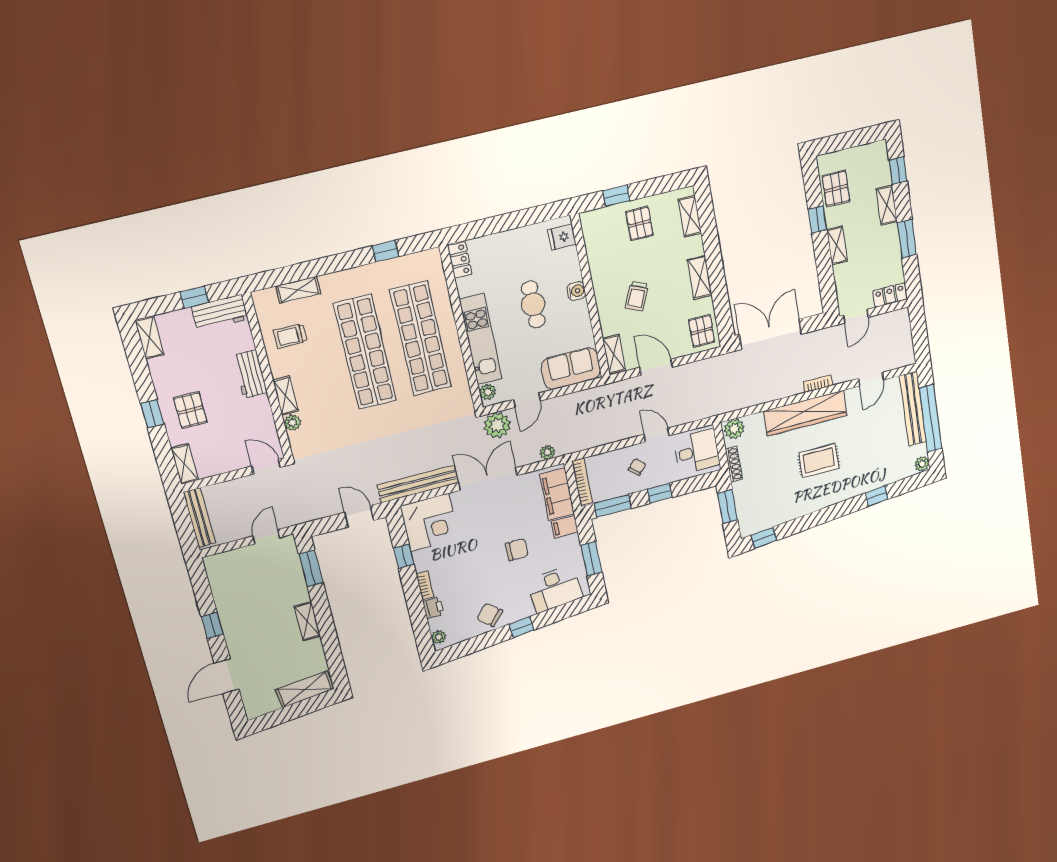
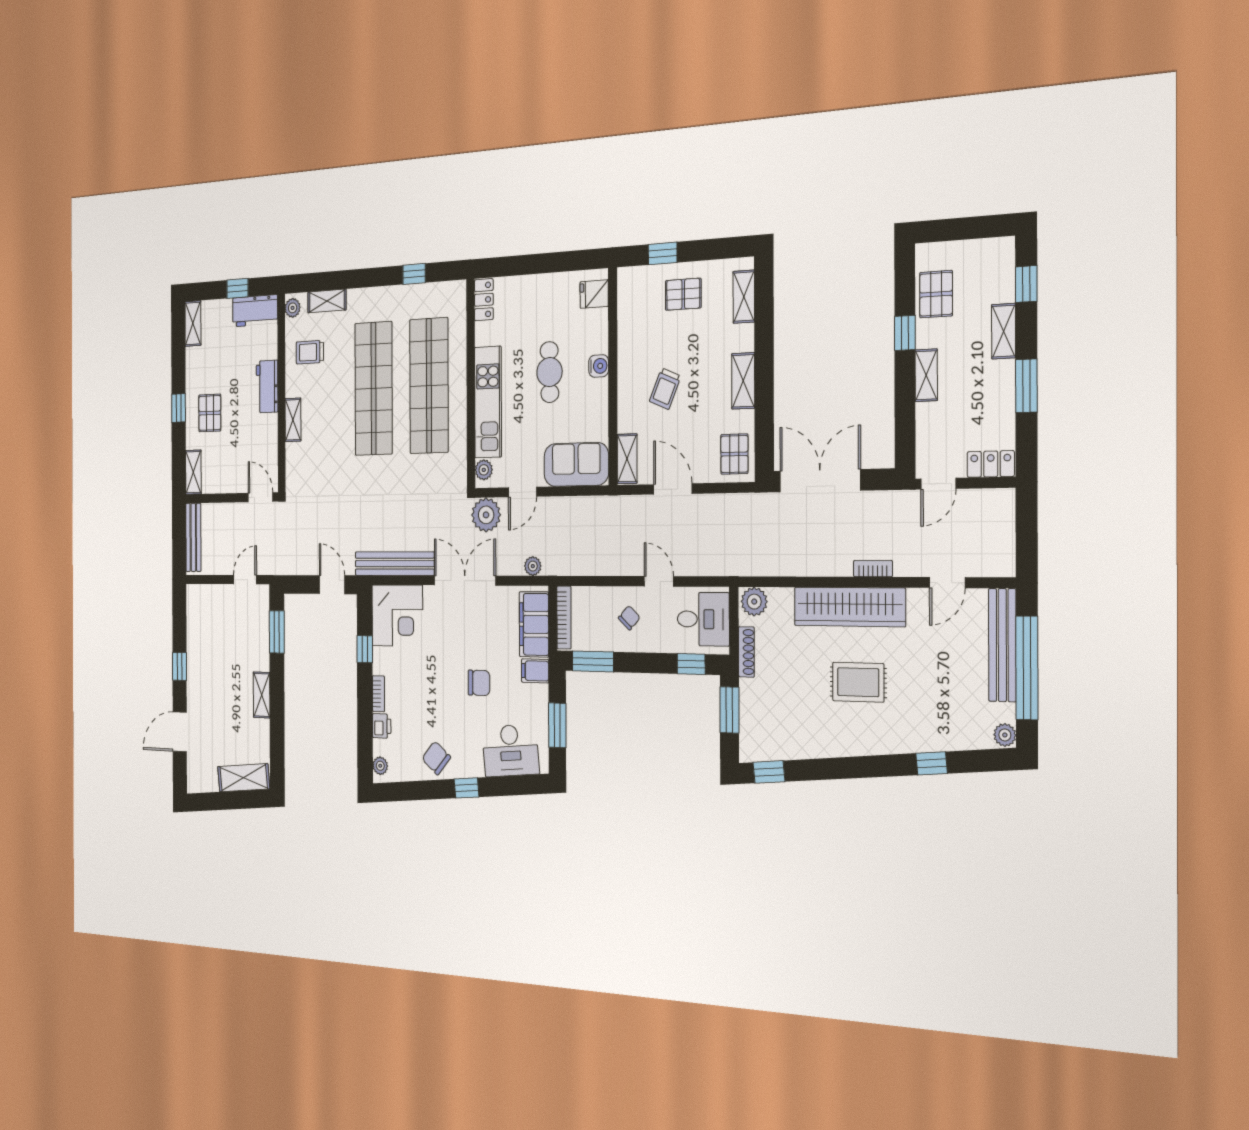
pallet: (639, 223) -> (683, 294), turned 90
plant: (293, 423) -> (293, 308), moved
window: (660, 493) -> (691, 664), moved

